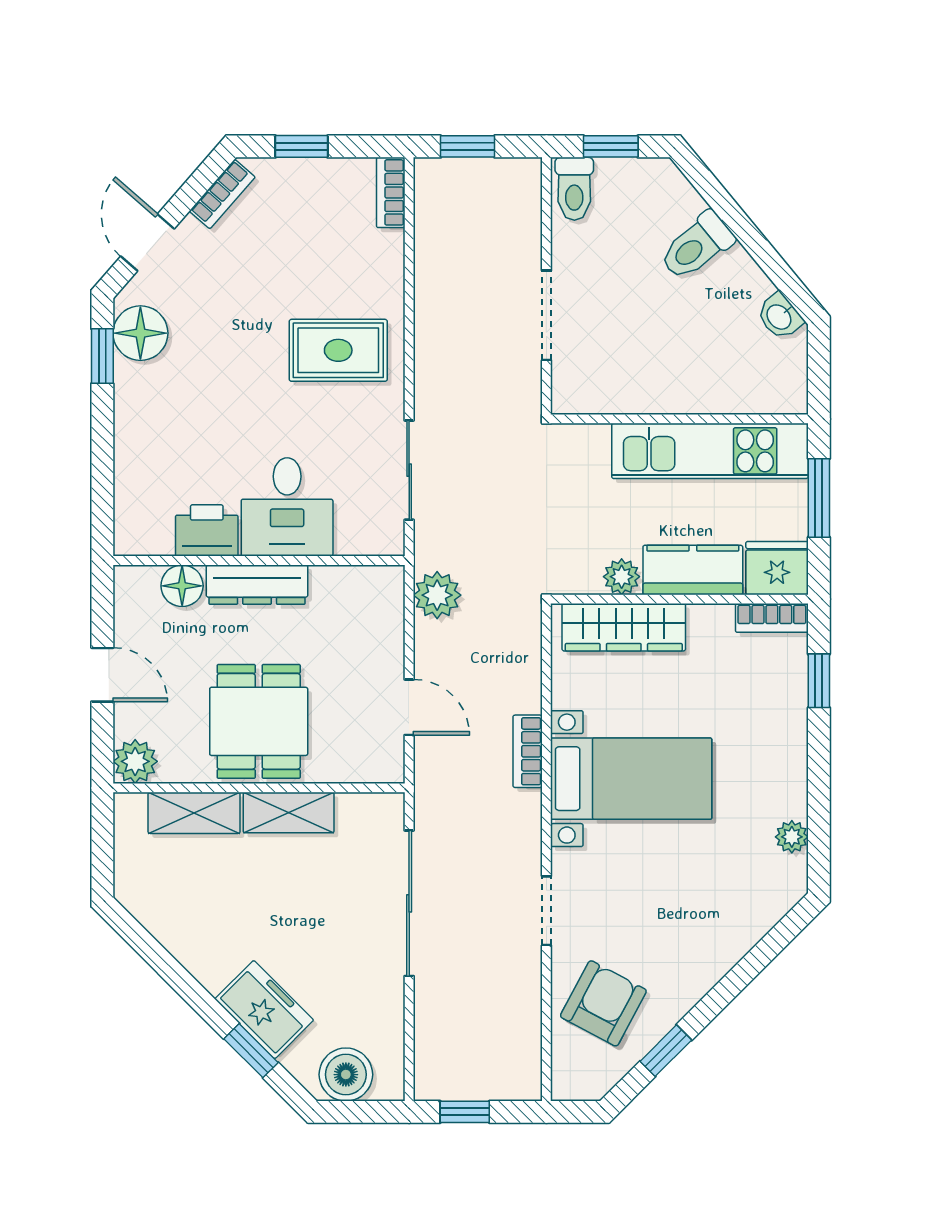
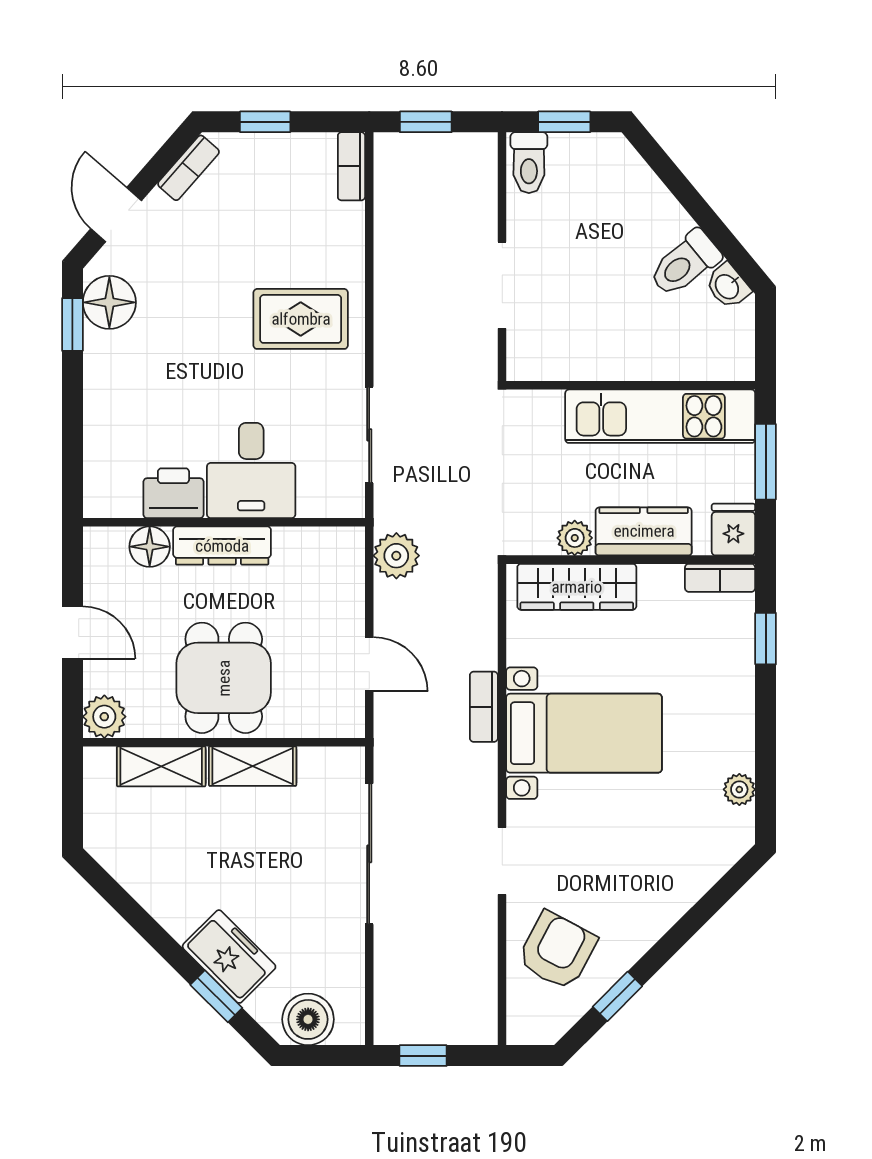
toilet: (697, 246) -> (685, 264), moved
fridge: (777, 568) -> (733, 530), width x0.72

